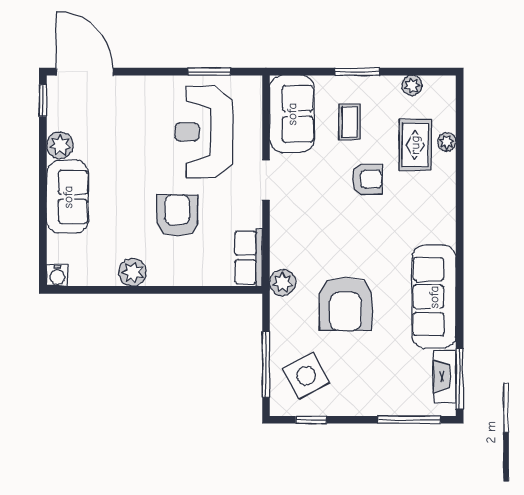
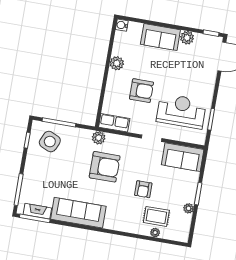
plant: (412, 85) -> (189, 208), moved
coffee table: (350, 122) -> (174, 185), removed
armchair: (345, 304) -> (105, 167), moved, turned 180
side table: (306, 376) -> (50, 142), turned -38

